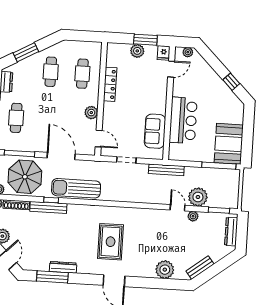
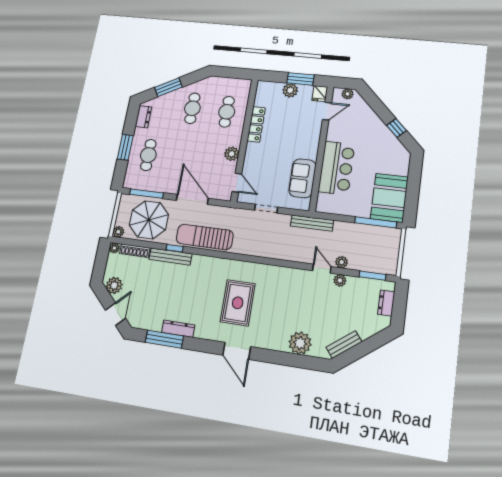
plant: (198, 197) -> (342, 262), width x0.53, depth x0.53
dresser: (231, 232) -> (386, 303), width x0.70

